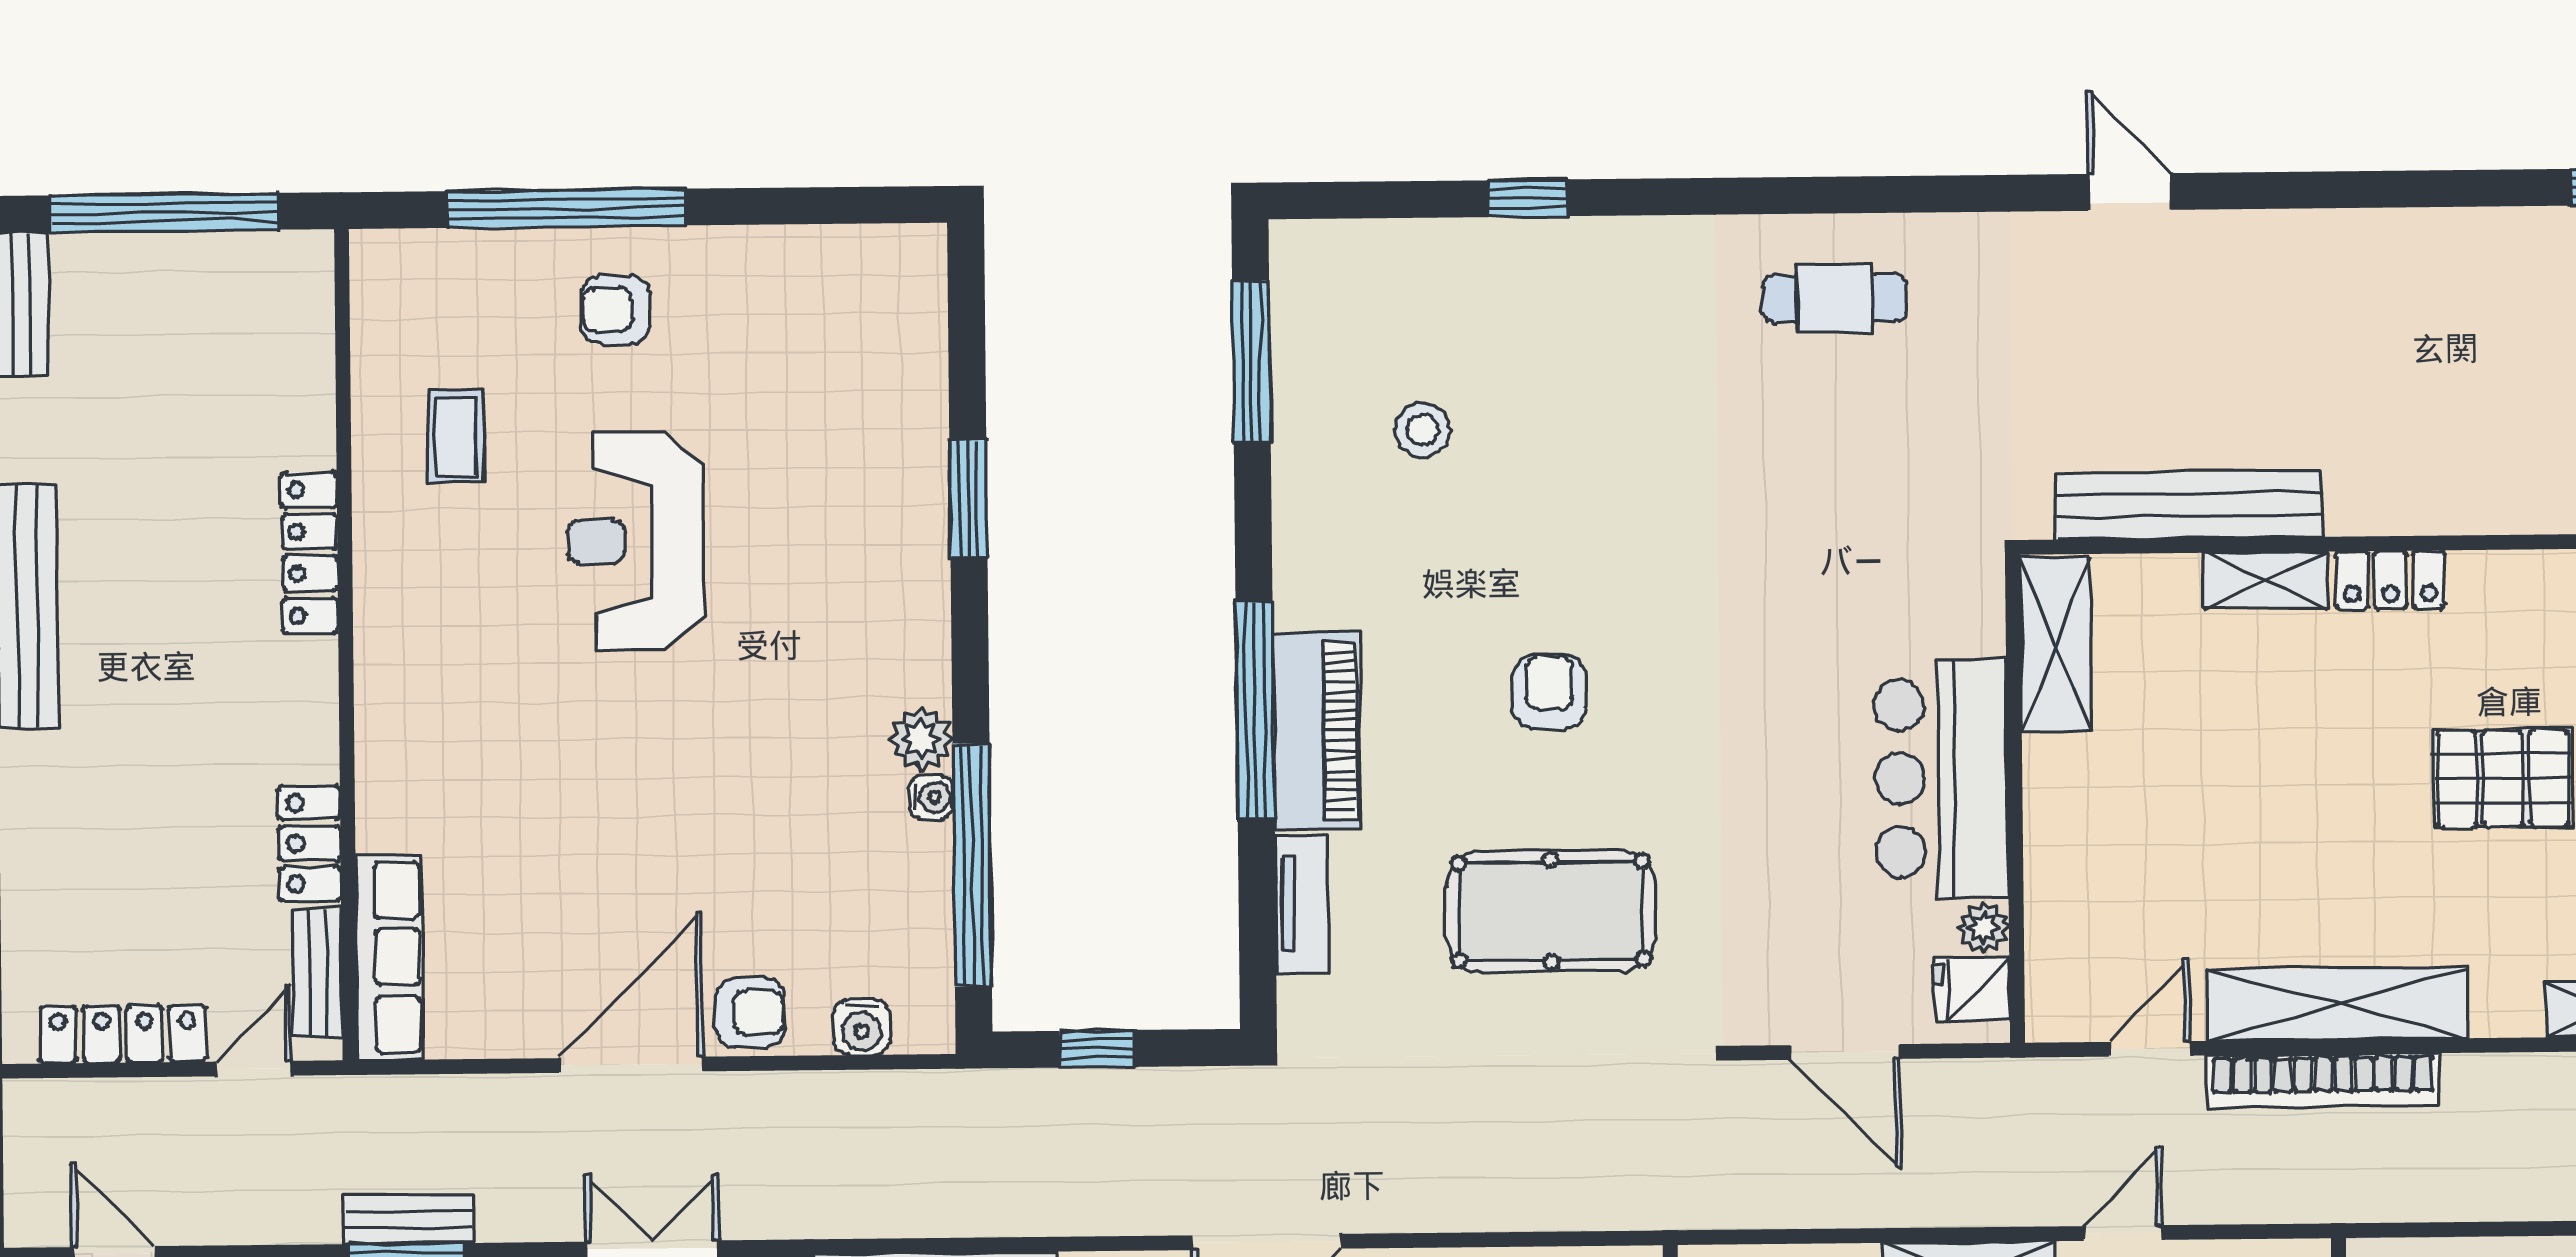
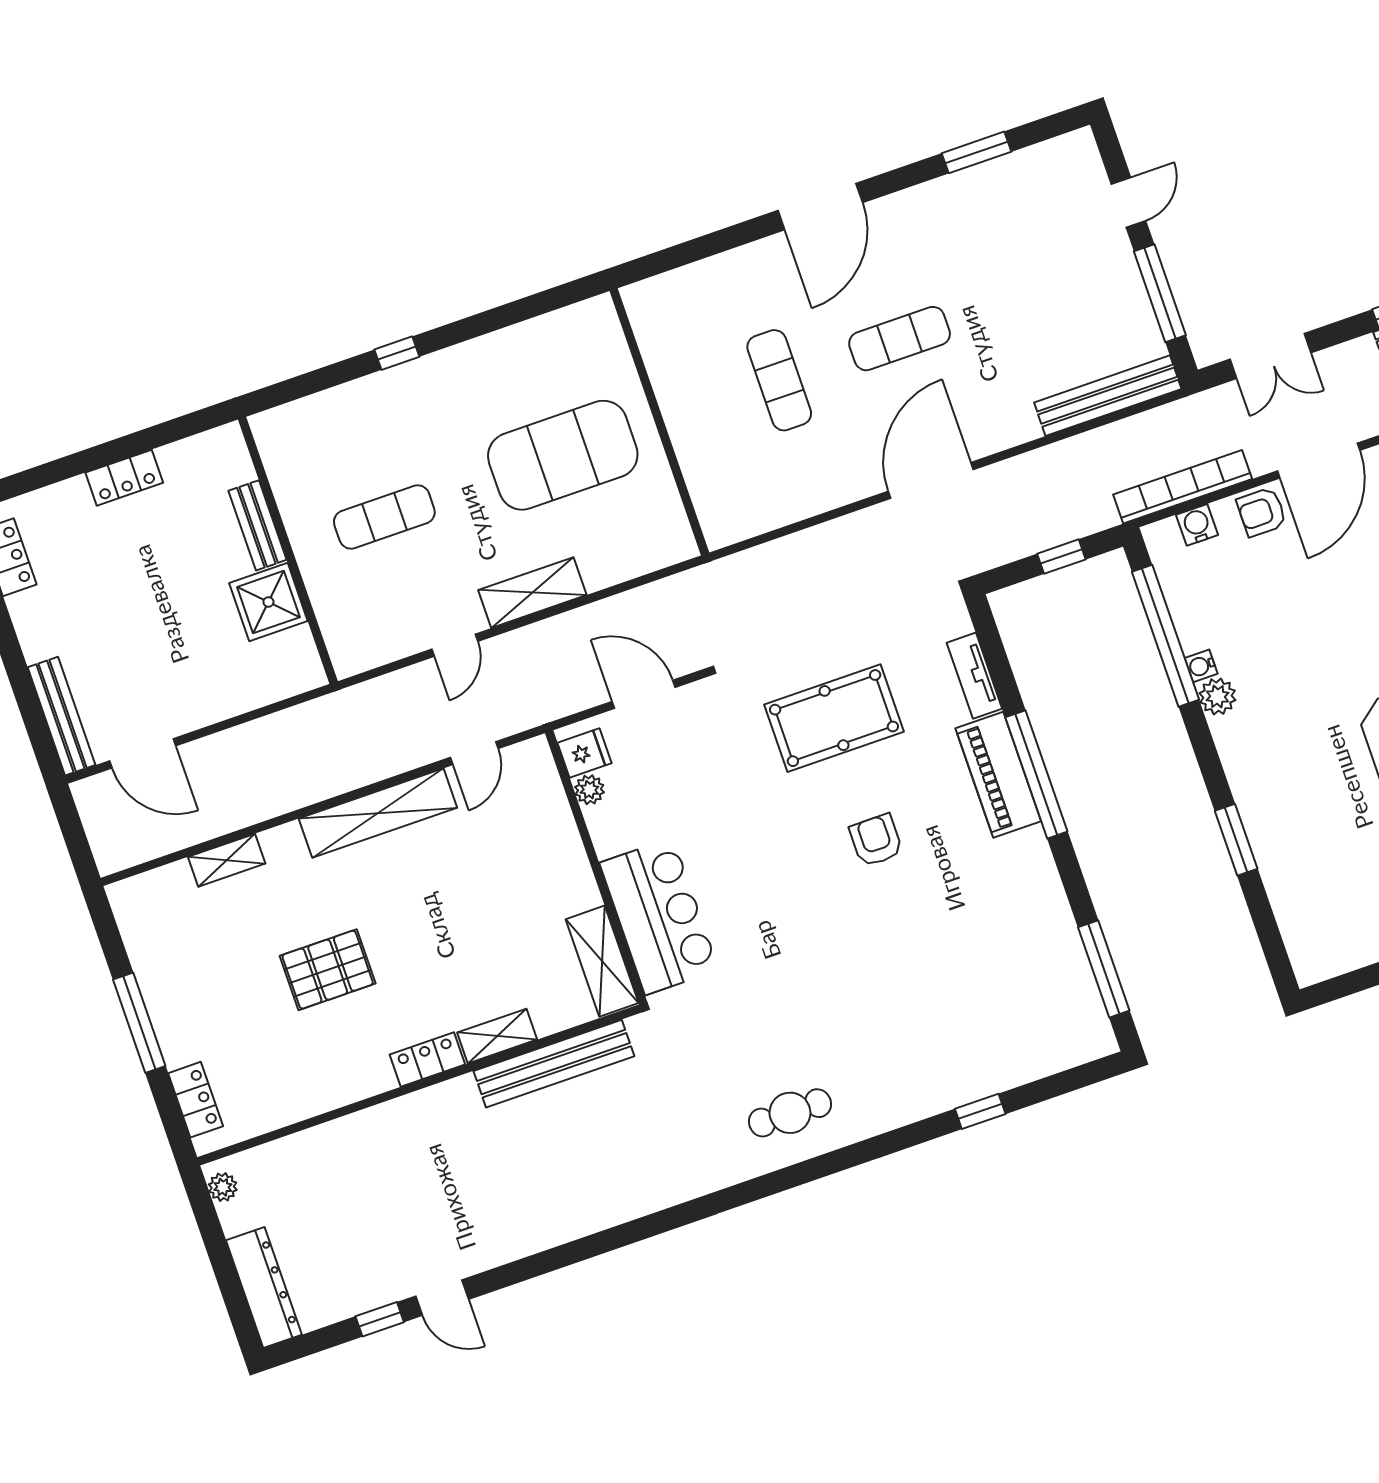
door: (2130, 192) -> (442, 1298), moved
stool: (1423, 430) -> (995, 963), removed
armchair: (1549, 692) -> (876, 840), turned 180
bar counter: (1941, 778) -> (659, 916), moved
bookcase: (2323, 1081) -> (1183, 487), moved

